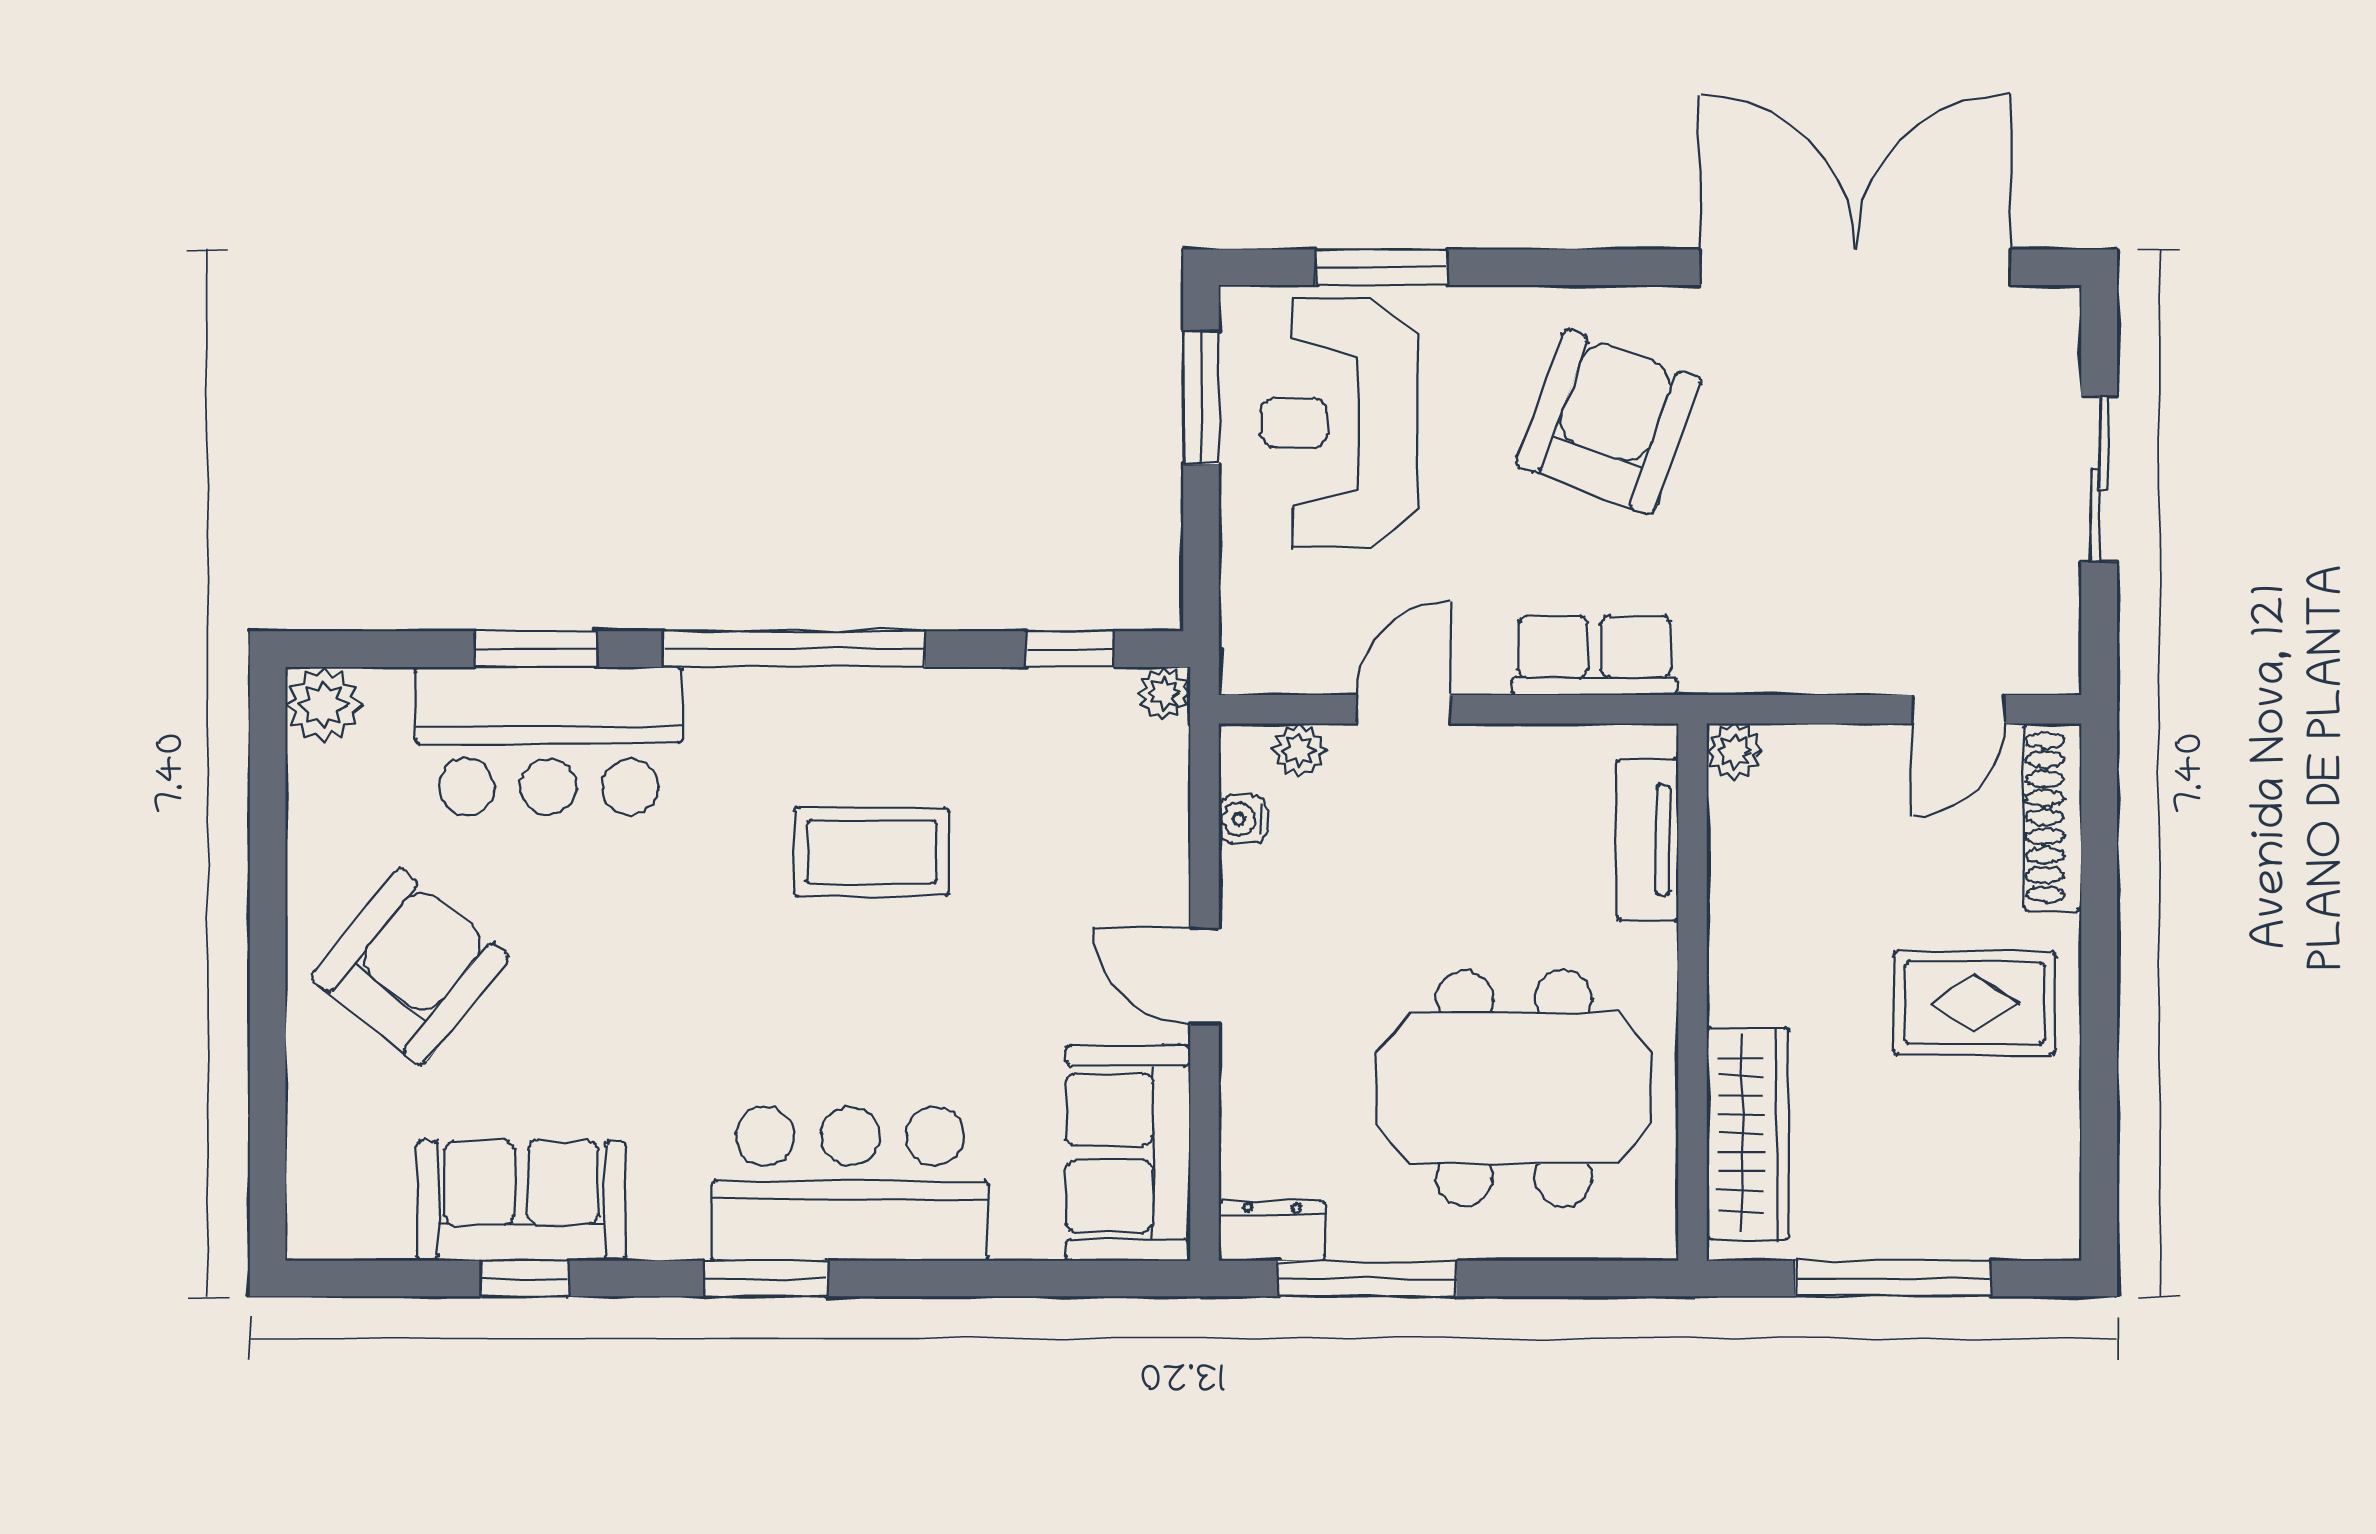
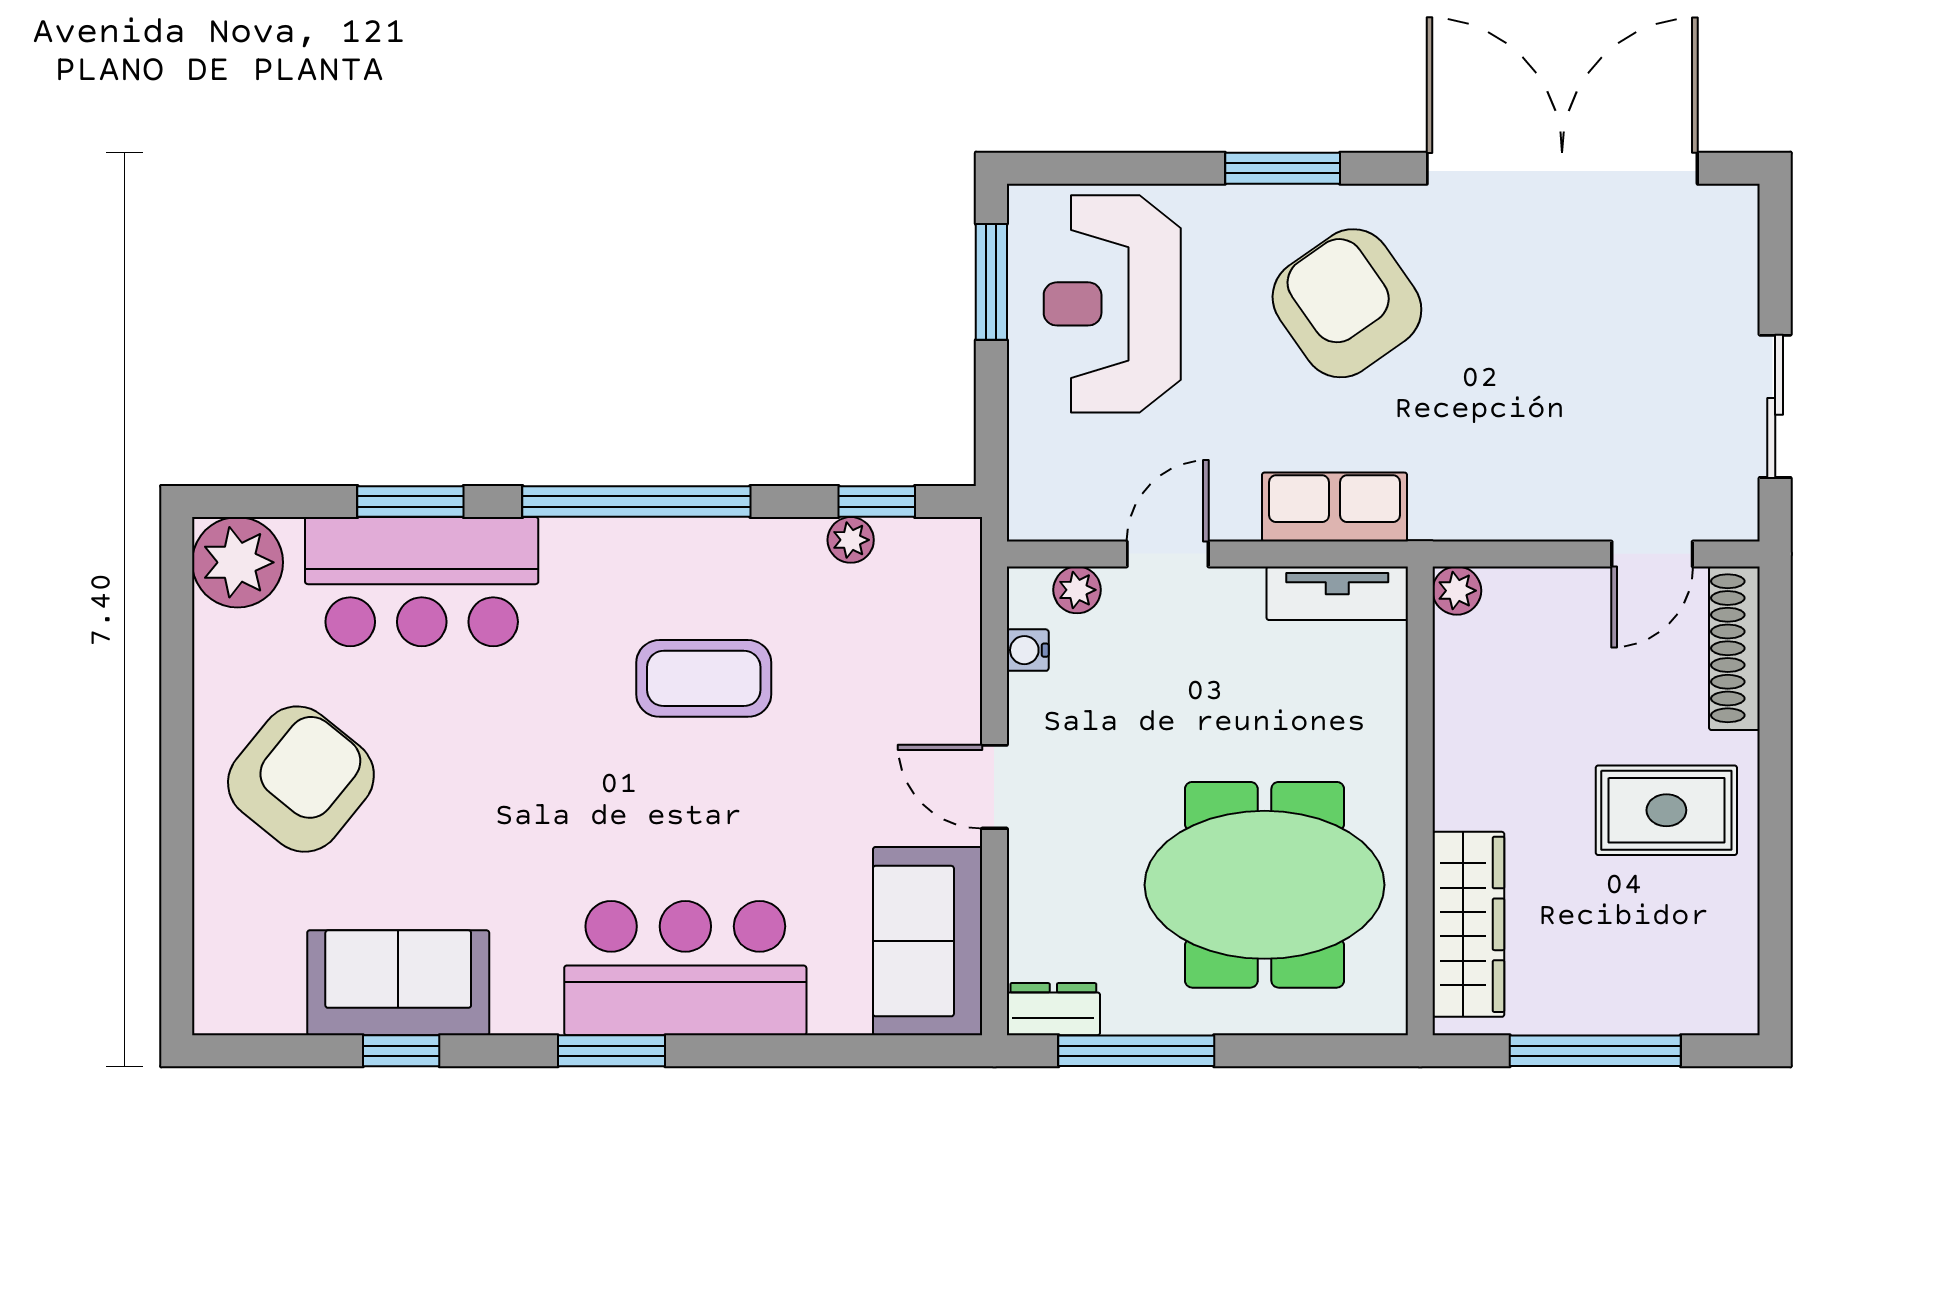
window: (1382, 267) -> (1283, 168), moved
armchair: (1608, 422) -> (1347, 303), turned -55
sliding door: (2099, 479) -> (1775, 406), moved
plant: (1164, 693) -> (851, 540), moved
plant: (323, 705) -> (238, 562), width x1.36, depth x1.36
tv unit: (1647, 840) -> (1337, 593), moved, turned -90

